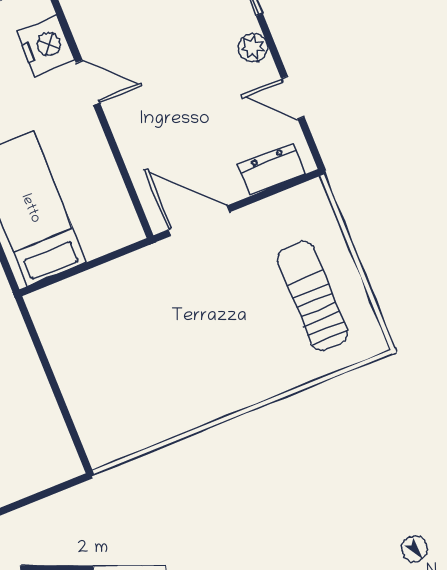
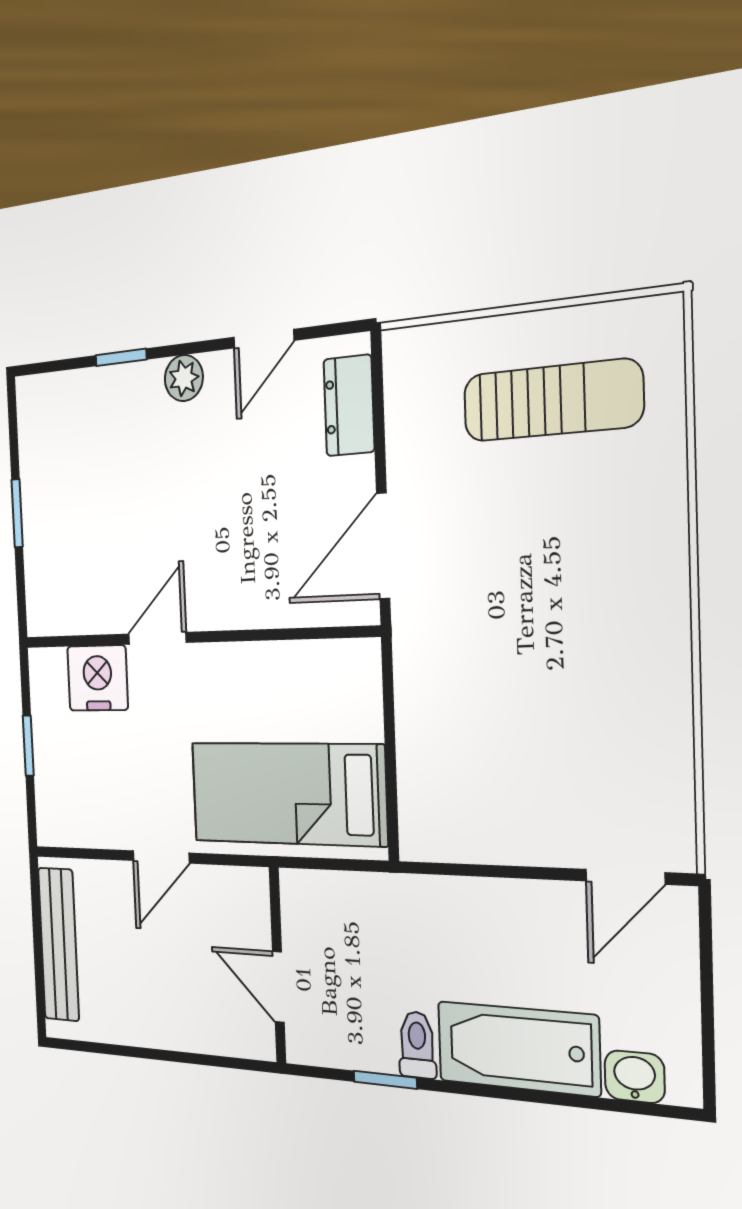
sun lounger: (313, 296) -> (552, 400), turned 180
door: (73, 432) -> (625, 877), added

